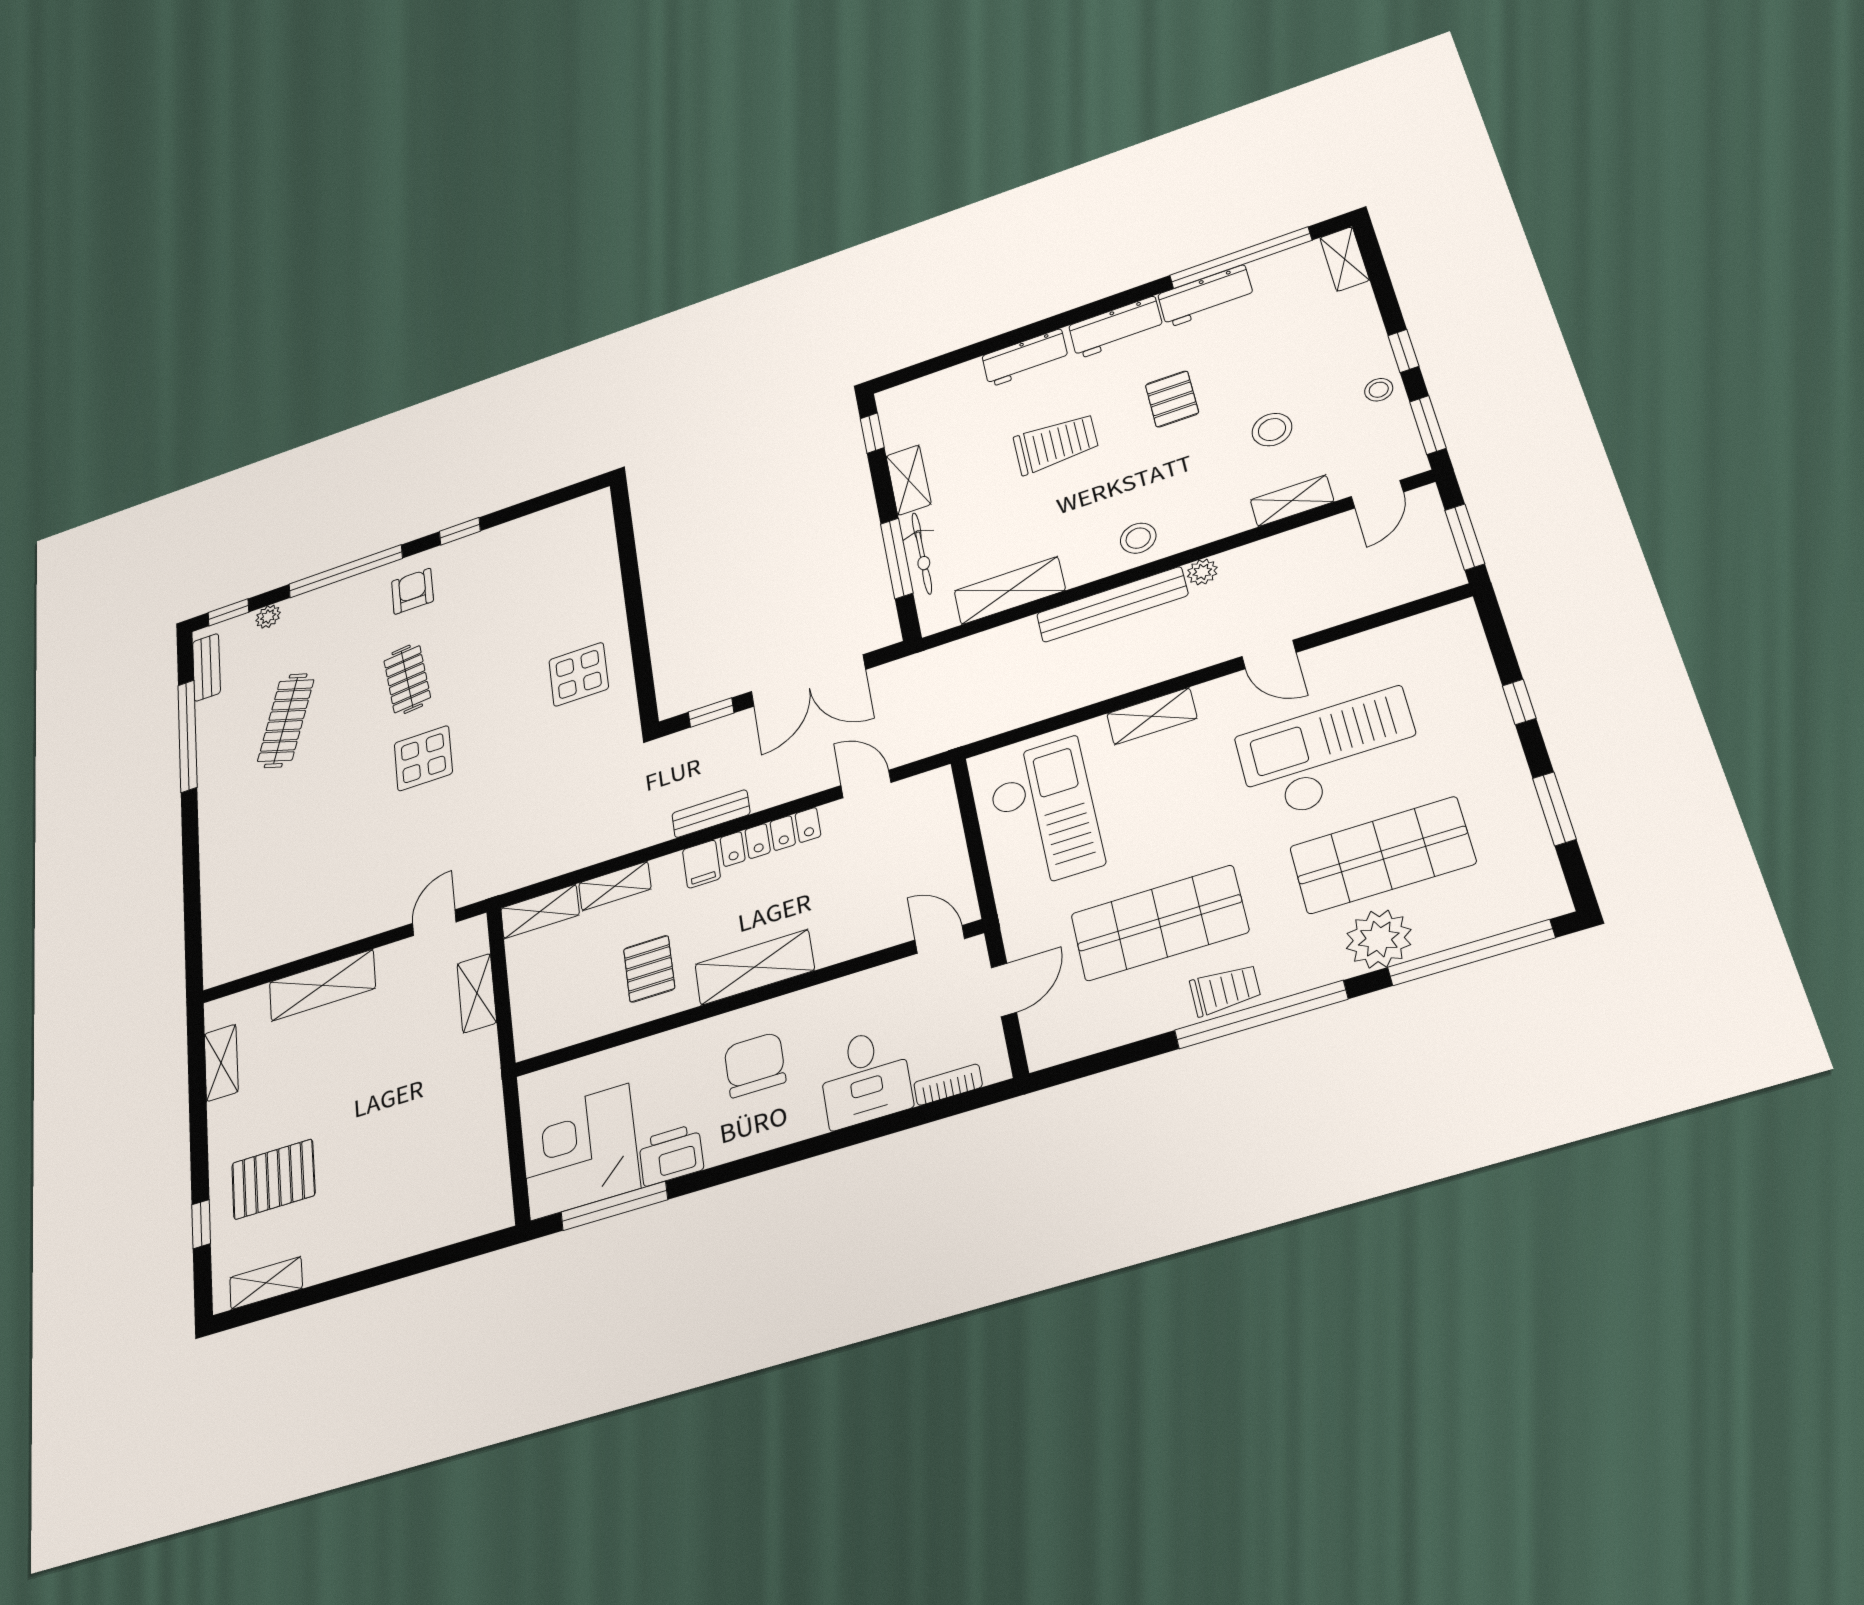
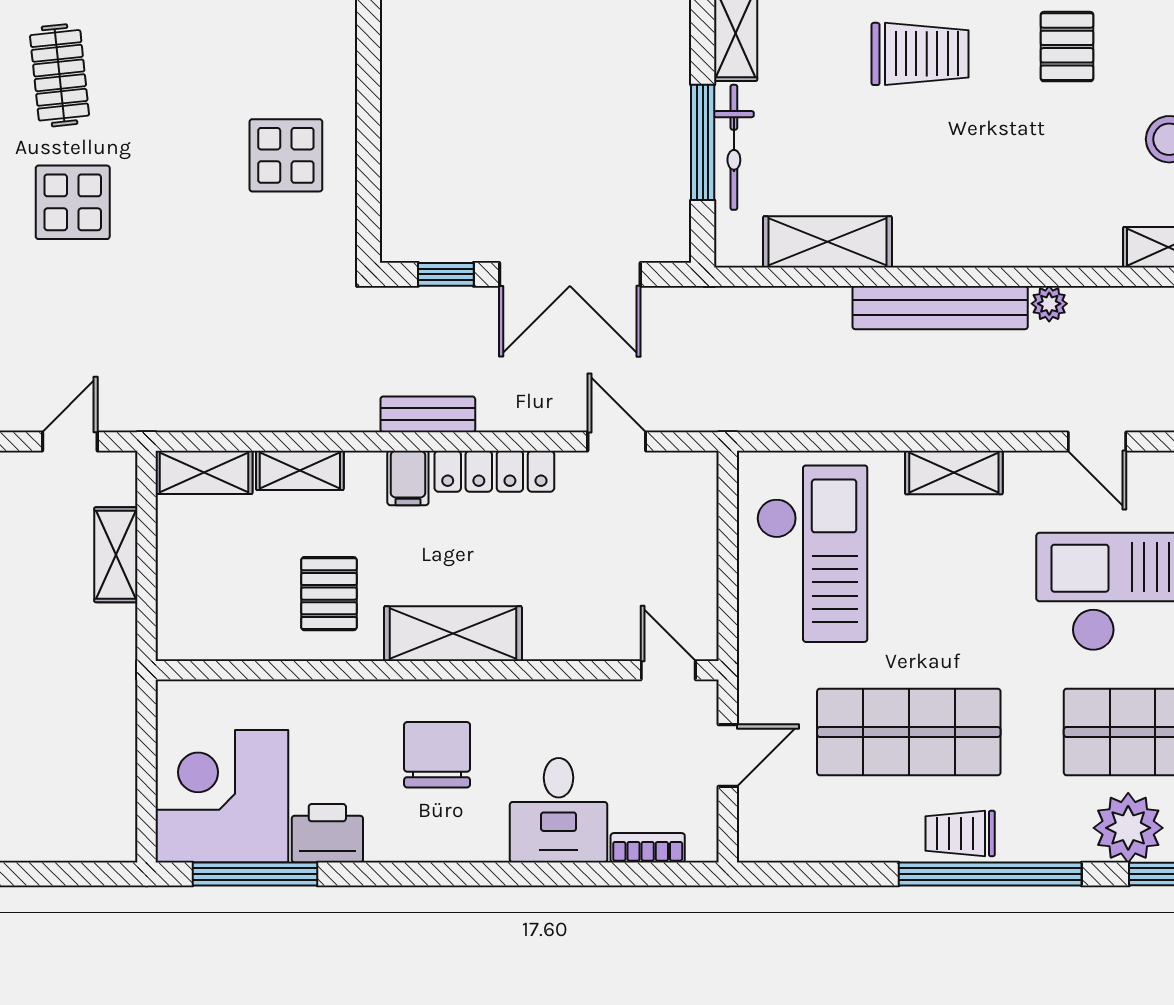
stool: (1138, 538) -> (988, 228), removed
trolley: (1225, 990) -> (960, 833), turned 180

